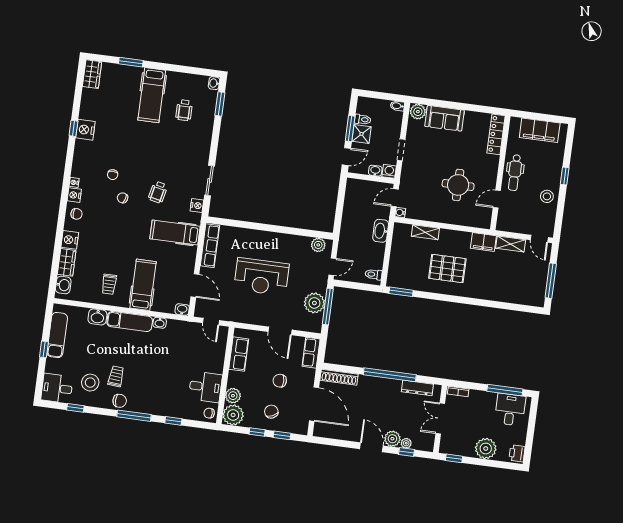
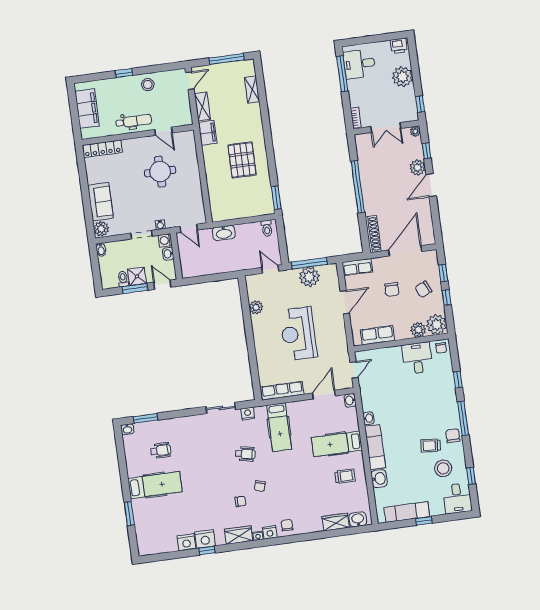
wardrobe: (92, 74) -> (239, 535), moved
water cooler: (400, 212) -> (160, 225), moved
shelving: (425, 232) -> (252, 89), moved
nightstand: (70, 240) -> (186, 542), moved
plant: (318, 245) -> (256, 307), moved
reception desk: (261, 277) -> (298, 334), turned 180
dresser: (417, 388) -> (363, 157), removed
plant: (406, 443) -> (415, 131), moved

